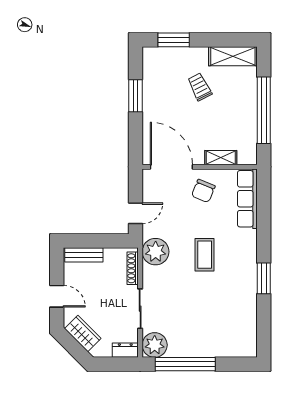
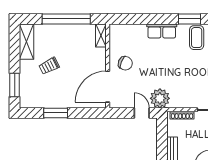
shelving: (221, 158) -> (101, 35), moved
row of seats: (247, 199) -> (162, 31), moved, width x0.68
plant: (156, 252) -> (160, 98), moved
coffee table: (205, 255) -> (197, 38), moved, turned 90

